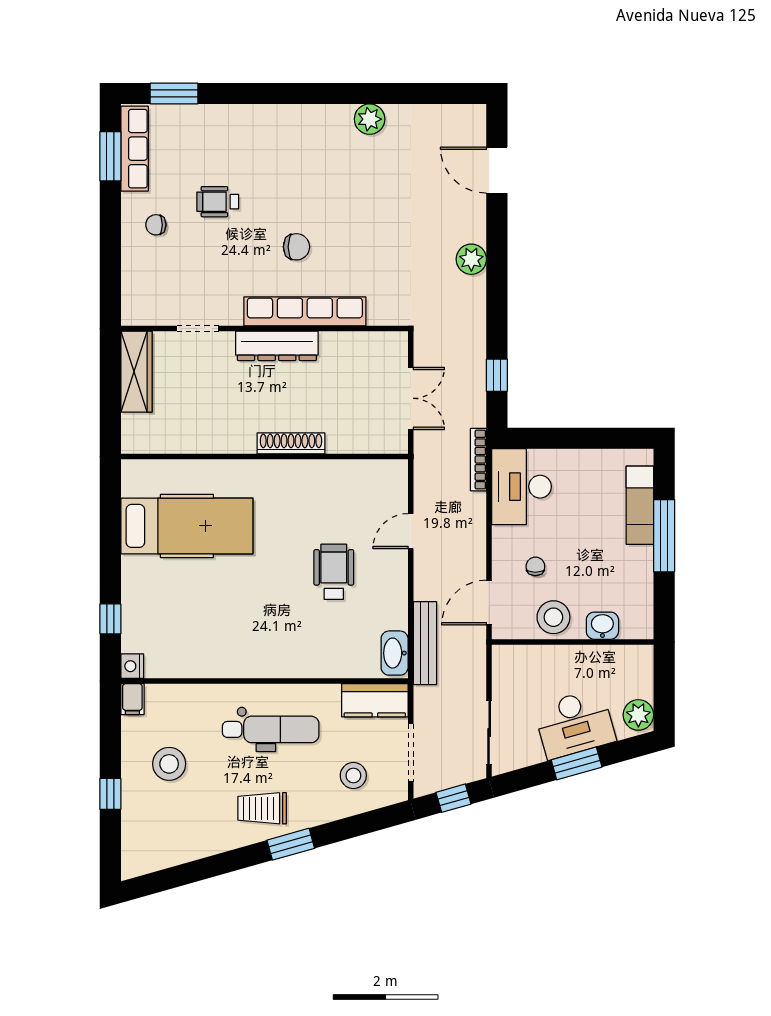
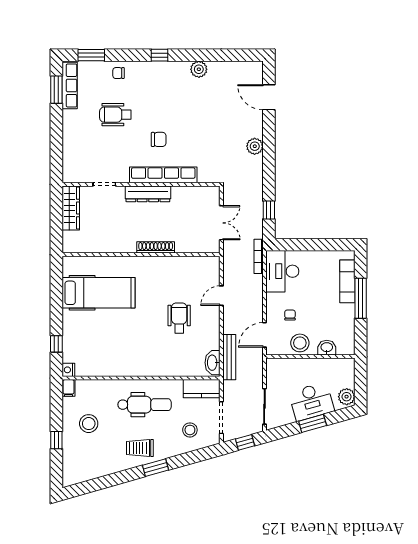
window: (298, 93) -> (159, 55), added
wheelchair: (218, 202) -> (115, 115), width x1.36, depth x1.37
chair: (156, 225) -> (119, 73), moved

